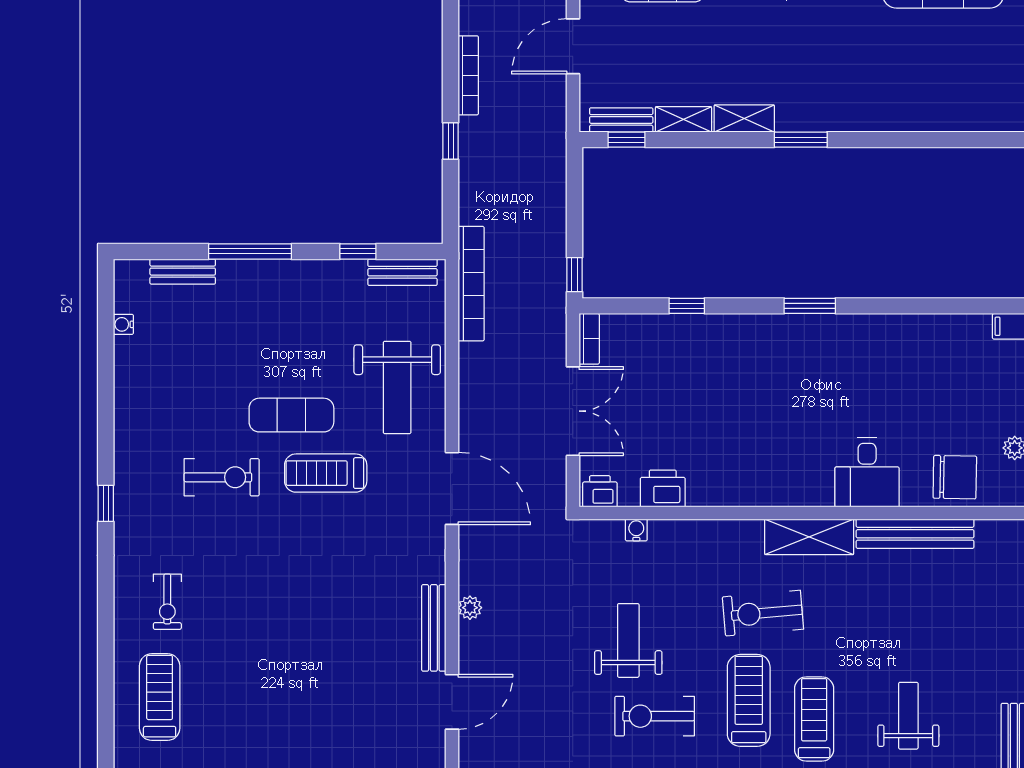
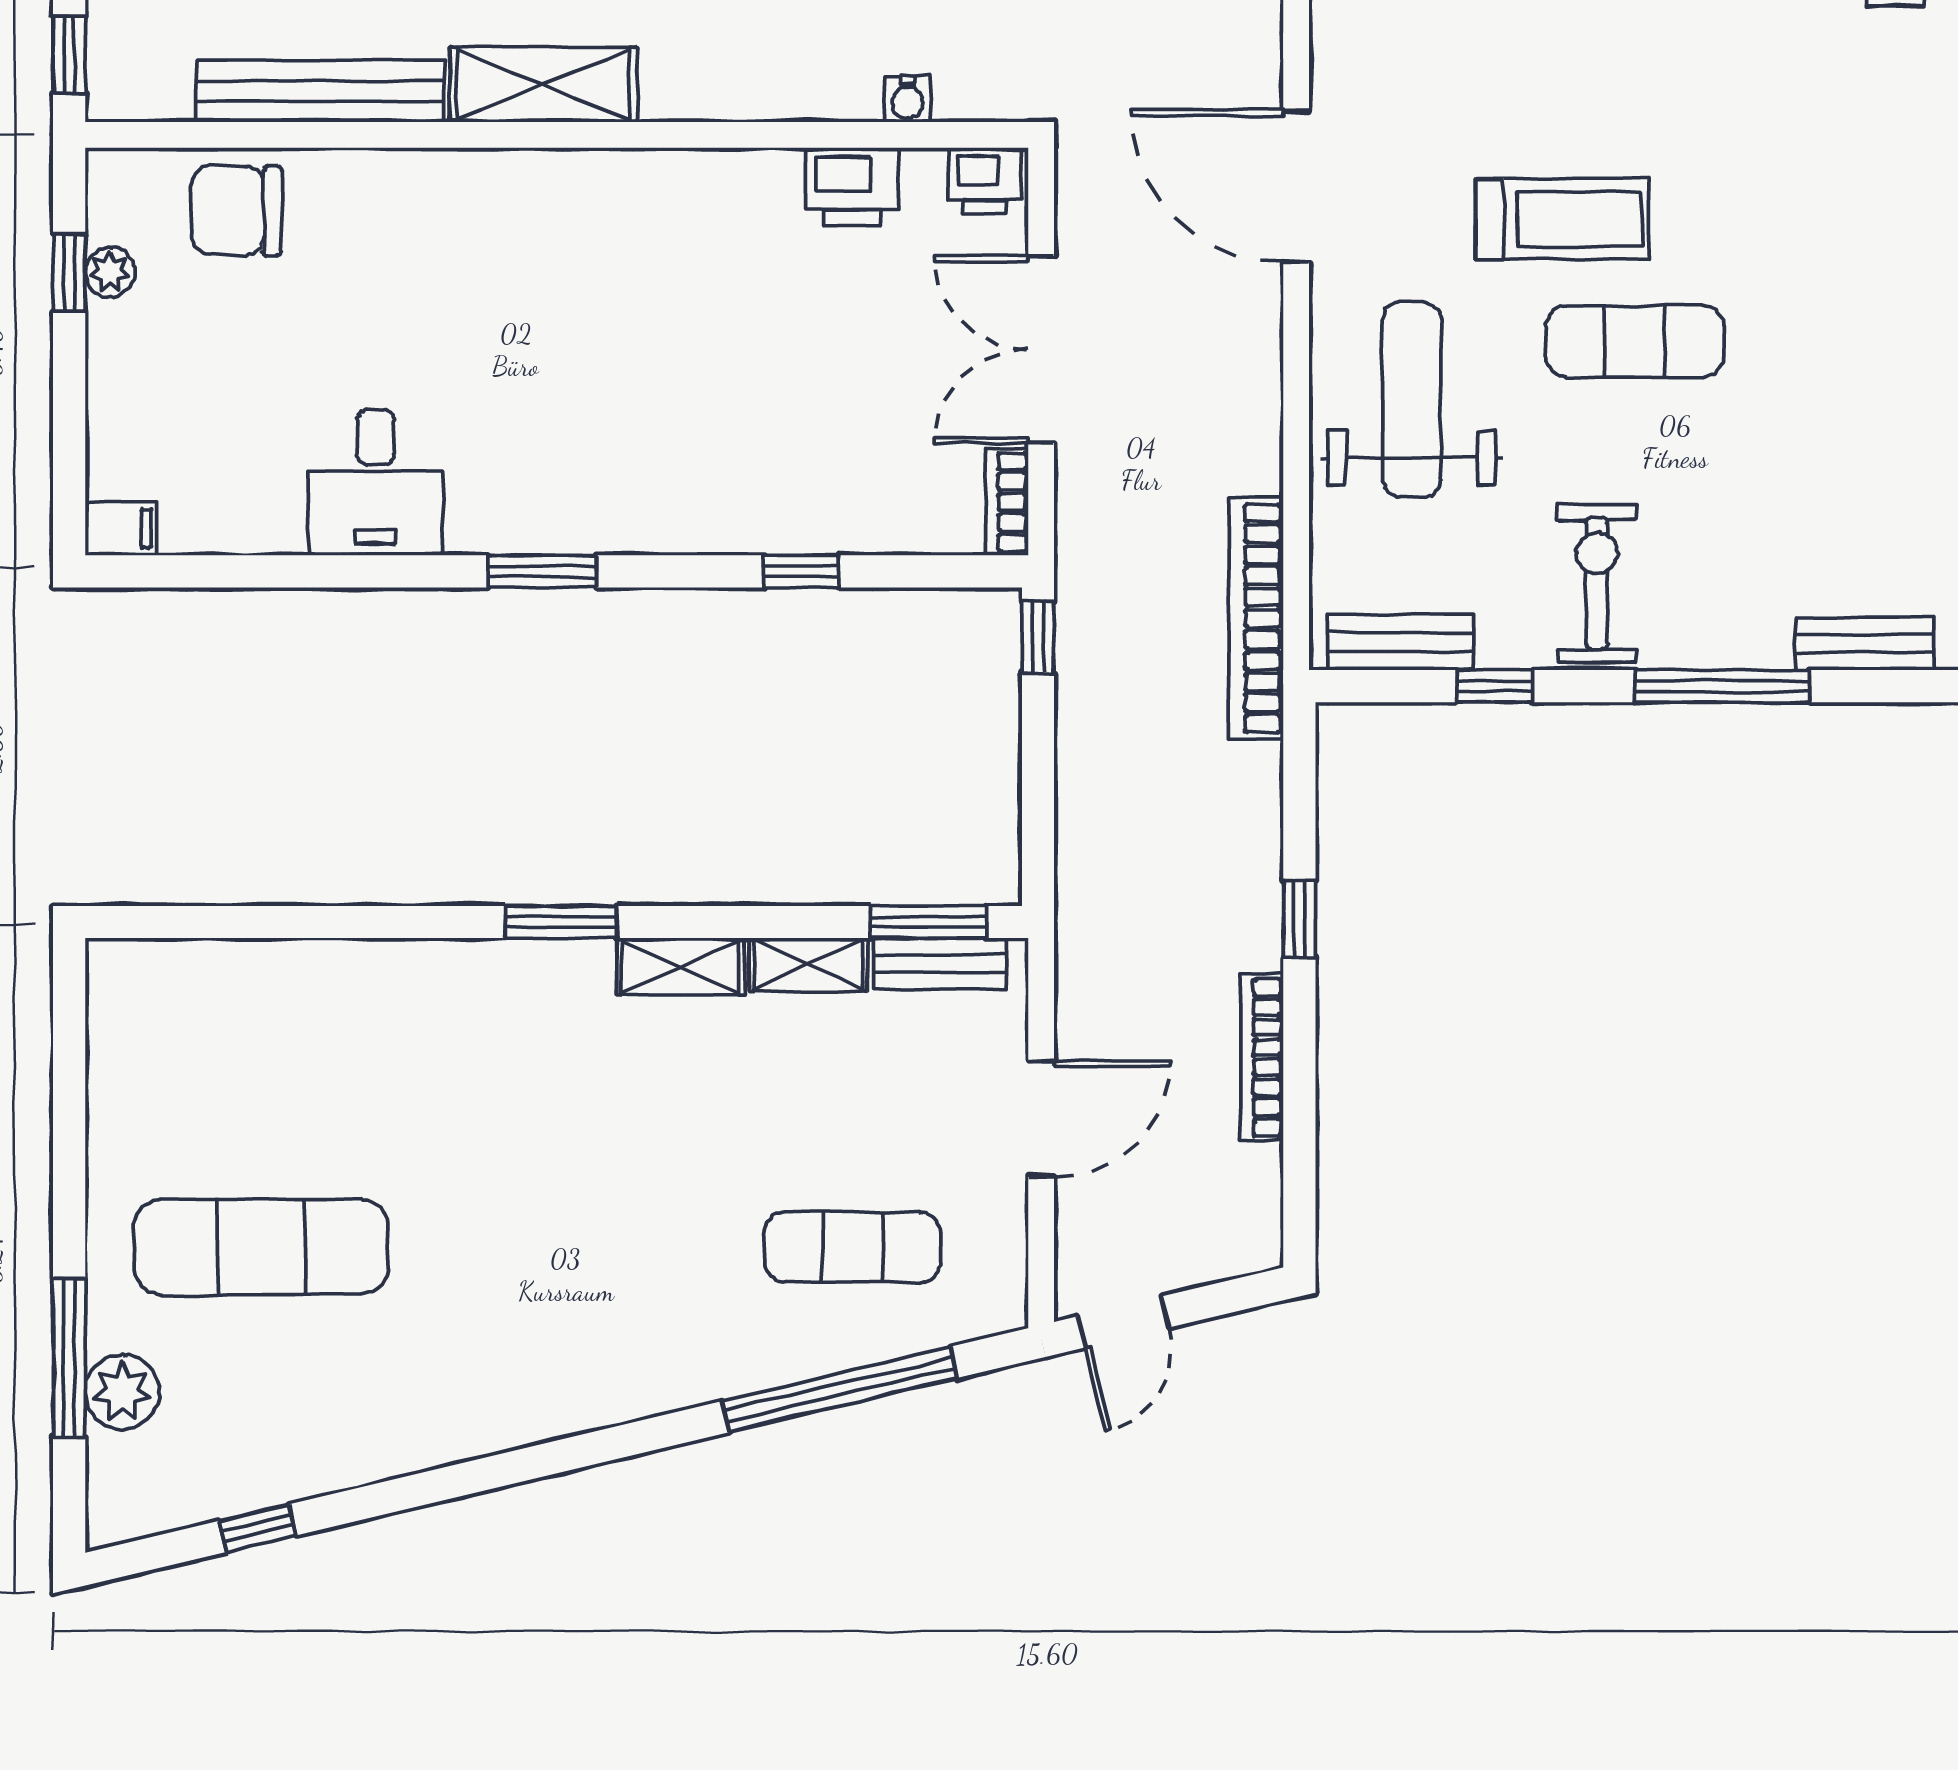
window: (627, 140) -> (928, 922), width x1.50
desk: (867, 472) -> (375, 483), moved, turned 180
exercise bike: (222, 477) -> (1597, 583), moved, turned 90

